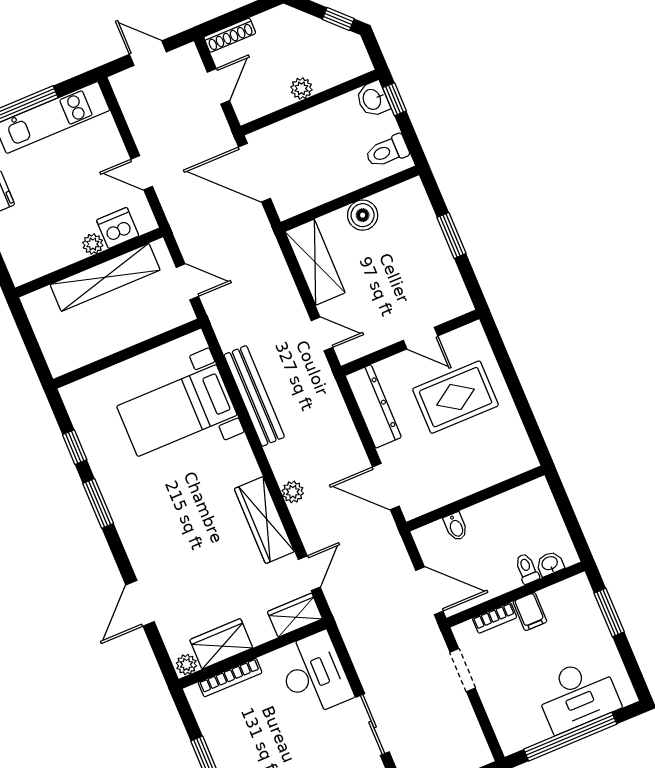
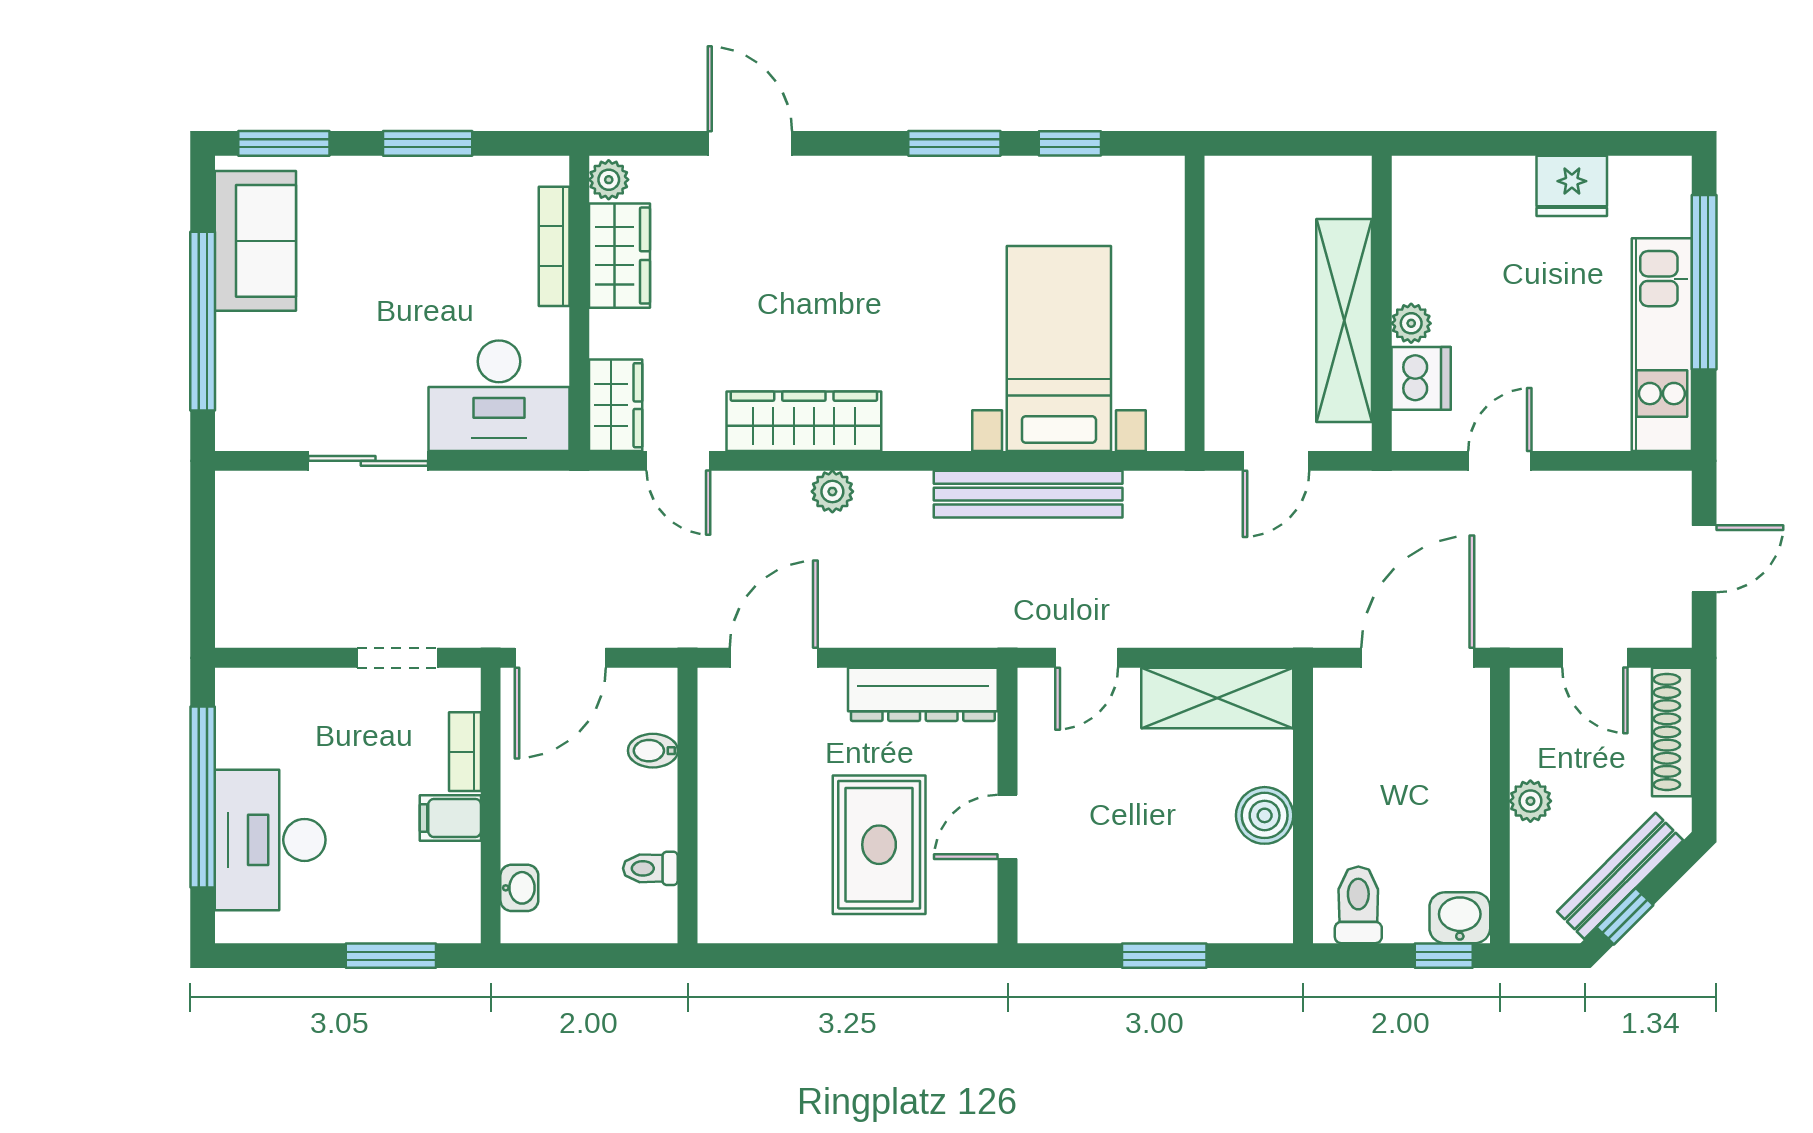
bench: (320, 29) -> (1620, 876), added
shoe rack: (230, 35) -> (1672, 732), width x1.36, depth x1.24
toilet: (527, 569) -> (650, 868), moved, turned 180

